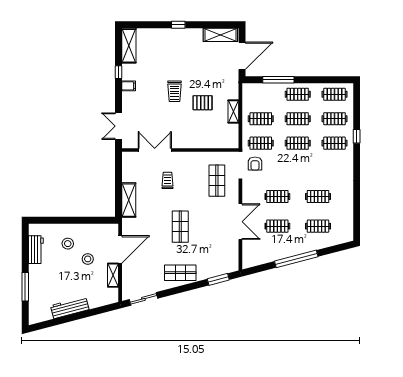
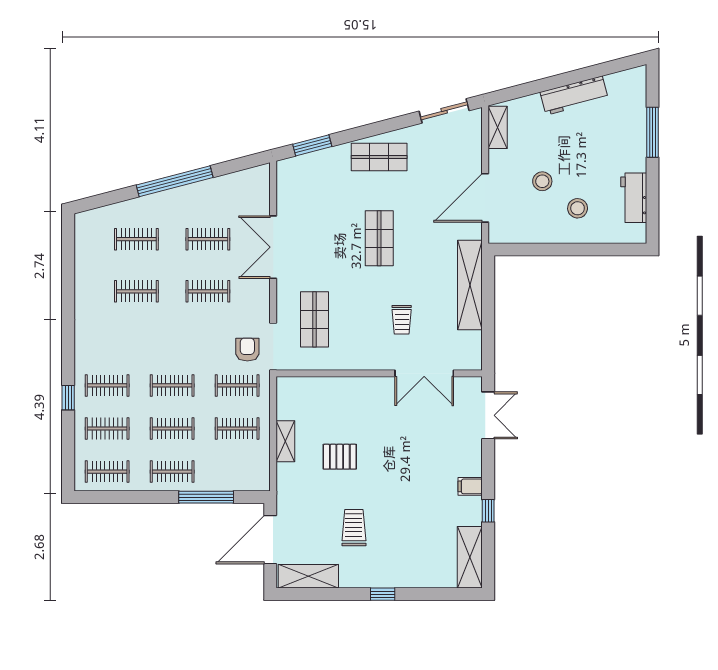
trolley: (174, 91) -> (354, 528), moved
shelving: (129, 200) -> (470, 285), width x1.47
shelving: (113, 275) -> (498, 127), moved

